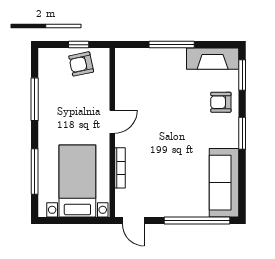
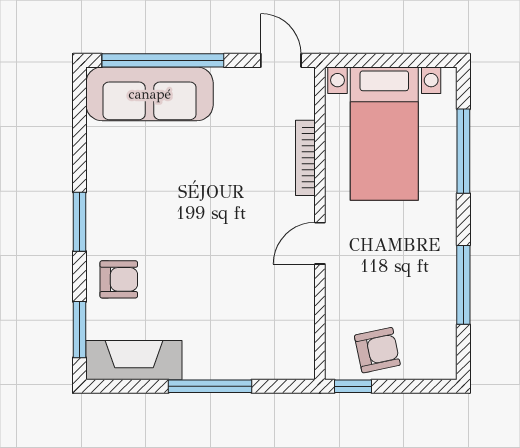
window: (79, 45) -> (353, 386), moved
sofa: (224, 183) -> (150, 94), moved, turned 90

